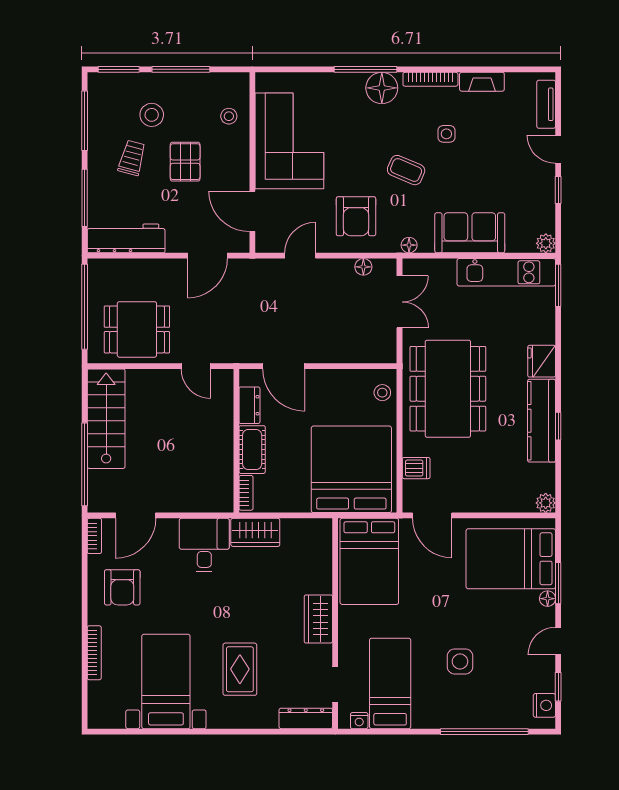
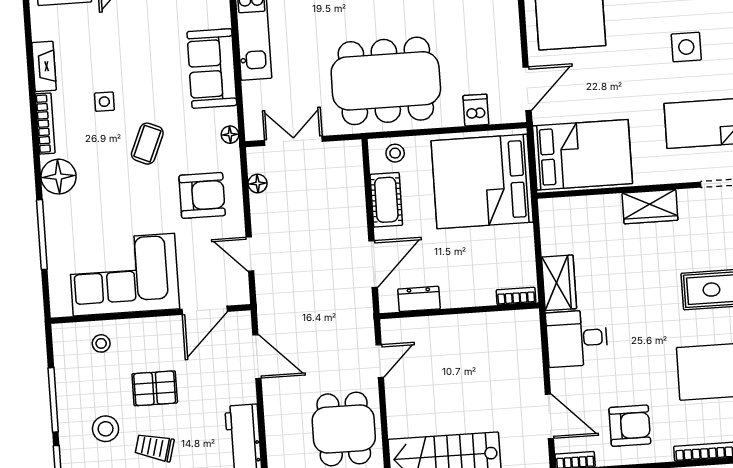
window: (365, 69) -> (42, 235), moved
cot: (252, 450) -> (386, 200), moved, turned 90

